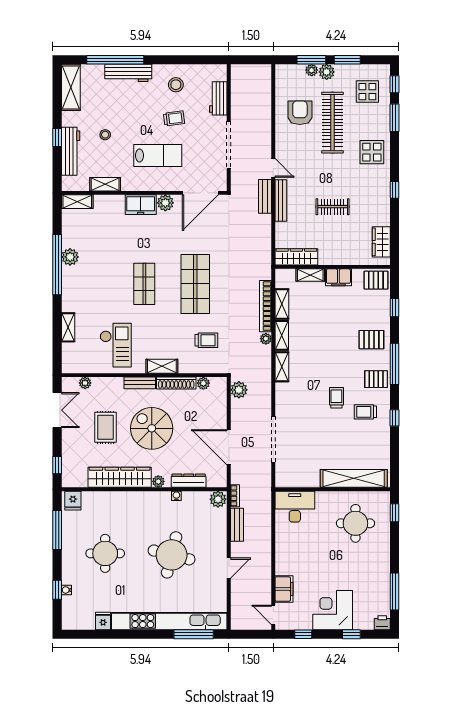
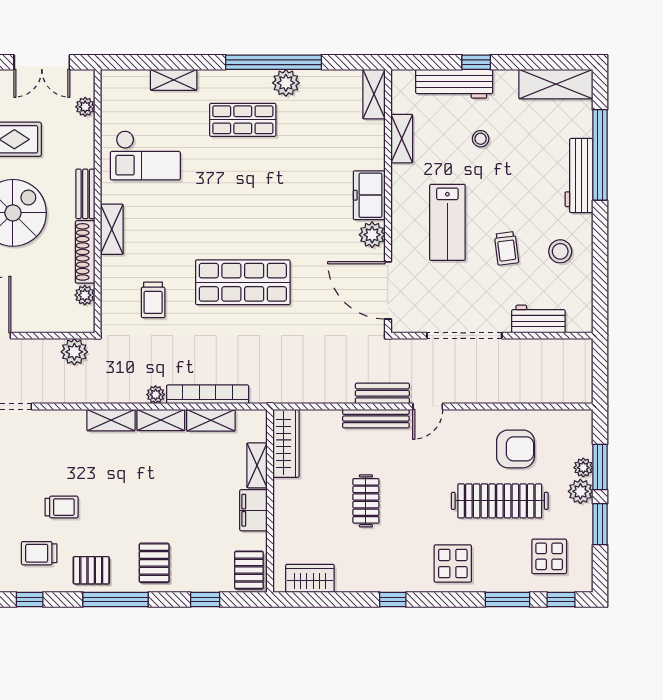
shop shelf: (144, 284) -> (243, 120), moved
pallet: (376, 379) -> (91, 570), turned 90
trolley: (365, 412) -> (39, 553), turned -90

